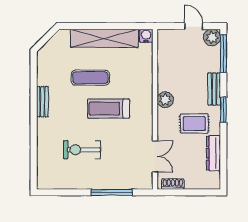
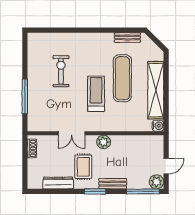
exercise mat: (90, 78) -> (122, 78), width x1.36, depth x1.45
bench: (42, 102) -> (127, 38), moved
double door: (155, 156) -> (72, 133), moved

